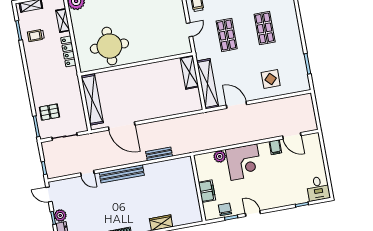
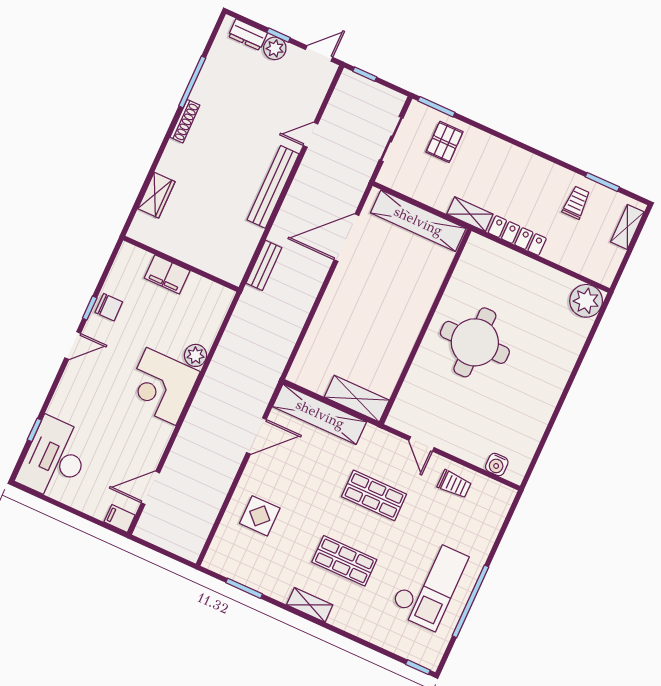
shelving: (63, 20) -> (470, 214), moved
shelving: (295, 30) -> (310, 605), added
round table: (109, 46) -> (475, 342), moved
filing cabinet: (275, 147) -> (120, 519), moved
wall: (198, 188) -> (181, 264), moved
desk: (318, 189) -> (55, 459), width x1.87, depth x1.30
filing cabinet: (207, 191) -> (167, 274), moved

